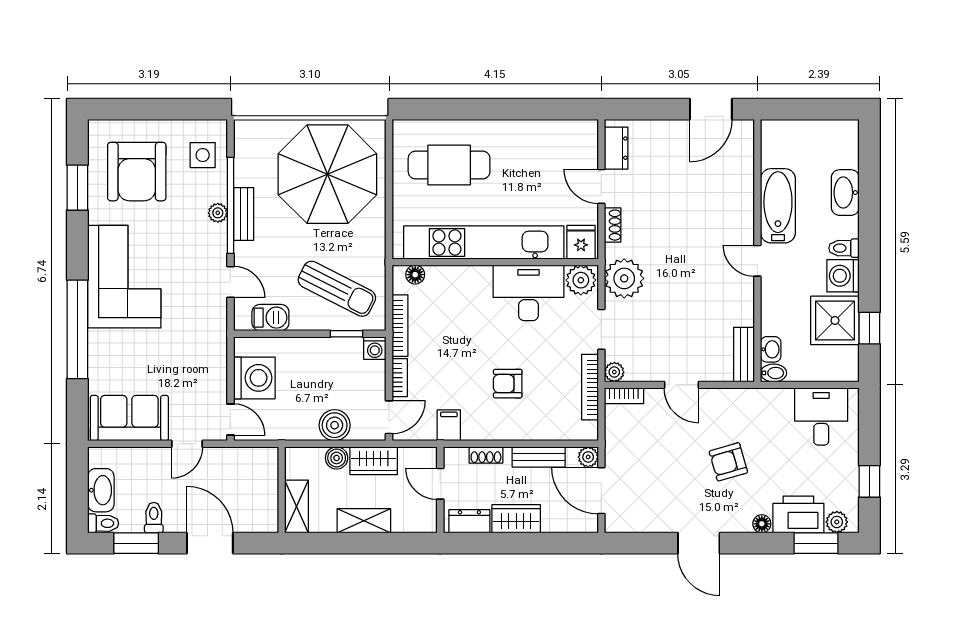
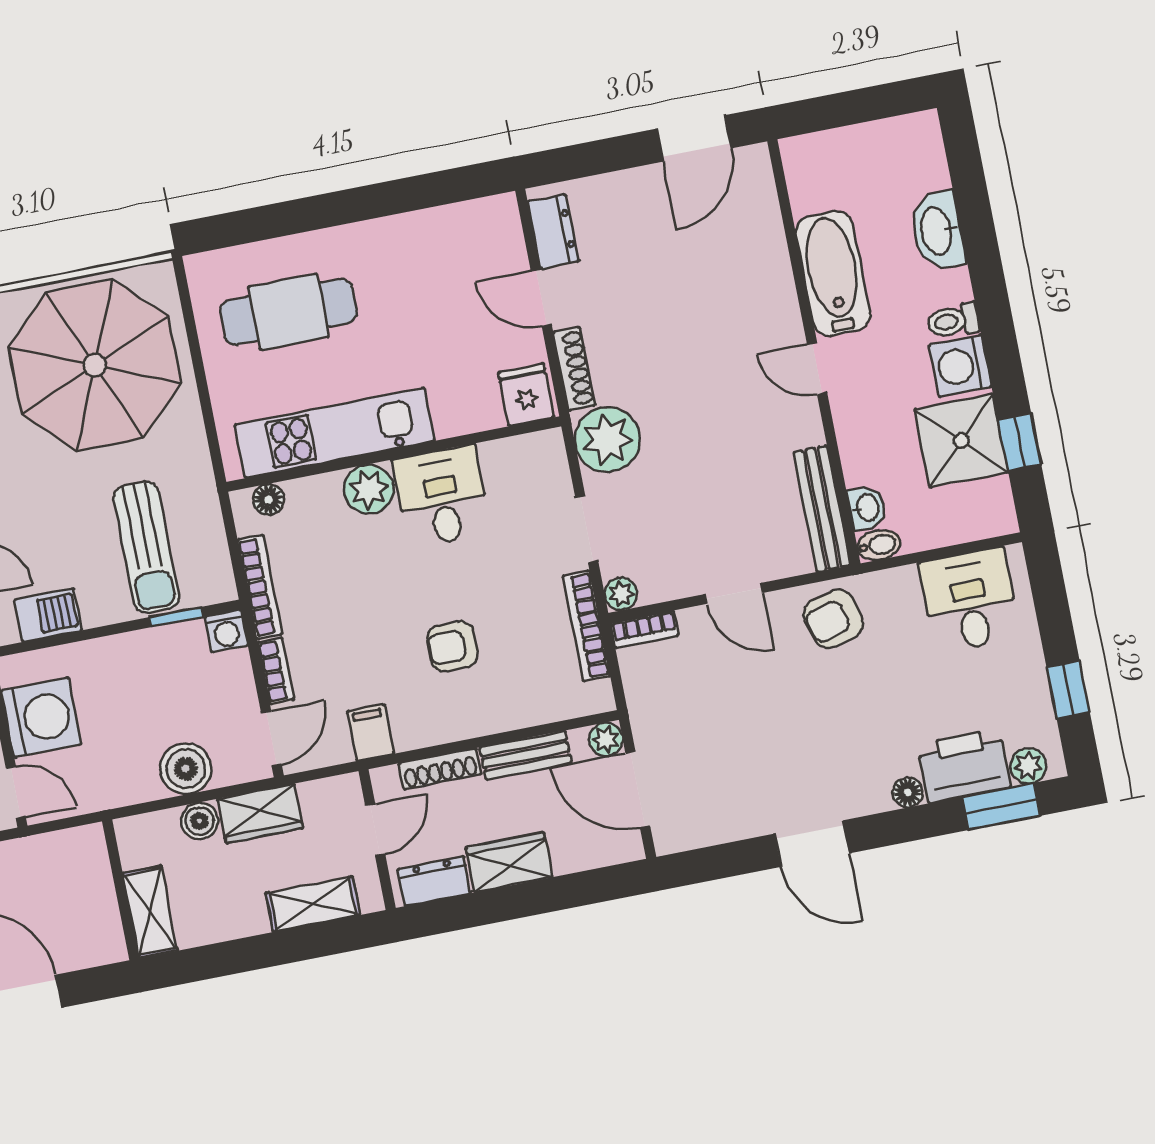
shoe rack: (613, 225) -> (574, 369), width x1.43
kitchen unit: (484, 243) -> (335, 433), width x0.73
plant: (581, 280) -> (369, 489), moved
sun lounger: (337, 289) -> (146, 547), turned 63
desk: (528, 293) -> (442, 496), width x0.73
bench: (744, 355) -> (822, 509), width x1.36
shoe rack: (486, 455) -> (440, 769), width x1.43
armchair: (728, 462) -> (833, 619), moved
door: (440, 484) -> (375, 830), swing flipped
shelving: (364, 521) -> (313, 904), moved

